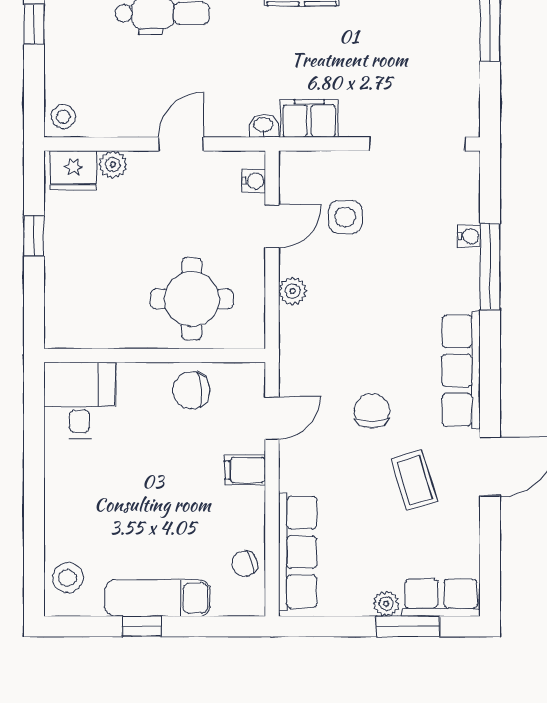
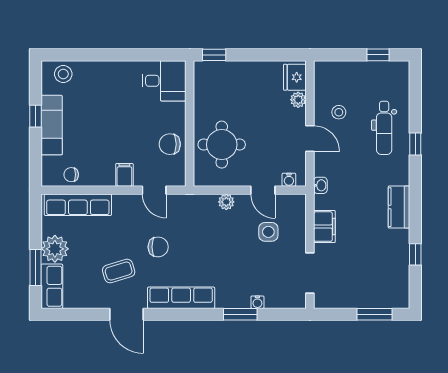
stool: (63, 117) -> (339, 112), moved
filing cabinet: (309, 118) -> (324, 227), moved
doorway: (418, 144) -> (310, 273), width x0.73
window: (34, 236) -> (214, 55), moved
window: (490, 266) -> (240, 314), width x0.69
chair: (191, 390) -> (170, 144), turned -86
chair: (245, 564) -> (71, 175), turned -71
plant: (386, 604) -> (55, 249), width x1.87, depth x1.87

